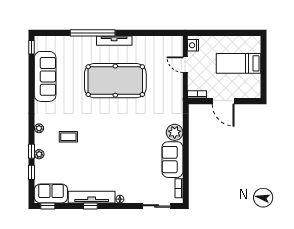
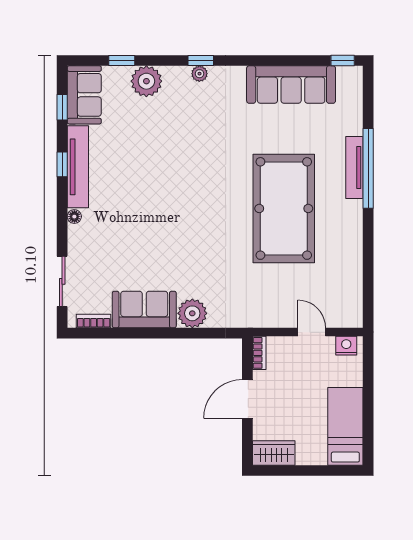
tv unit: (114, 41) -> (354, 167), moved
bed: (239, 63) -> (345, 426), moved
door: (185, 65) -> (312, 332), hinge flipped
wardrobe: (254, 86) -> (274, 453), added
coffee table: (68, 137) -> (184, 126), removed
window: (32, 151) -> (201, 60), moved
plant: (39, 154) -> (146, 81), width x1.88, depth x1.88
window: (48, 206) -> (62, 107), moved

